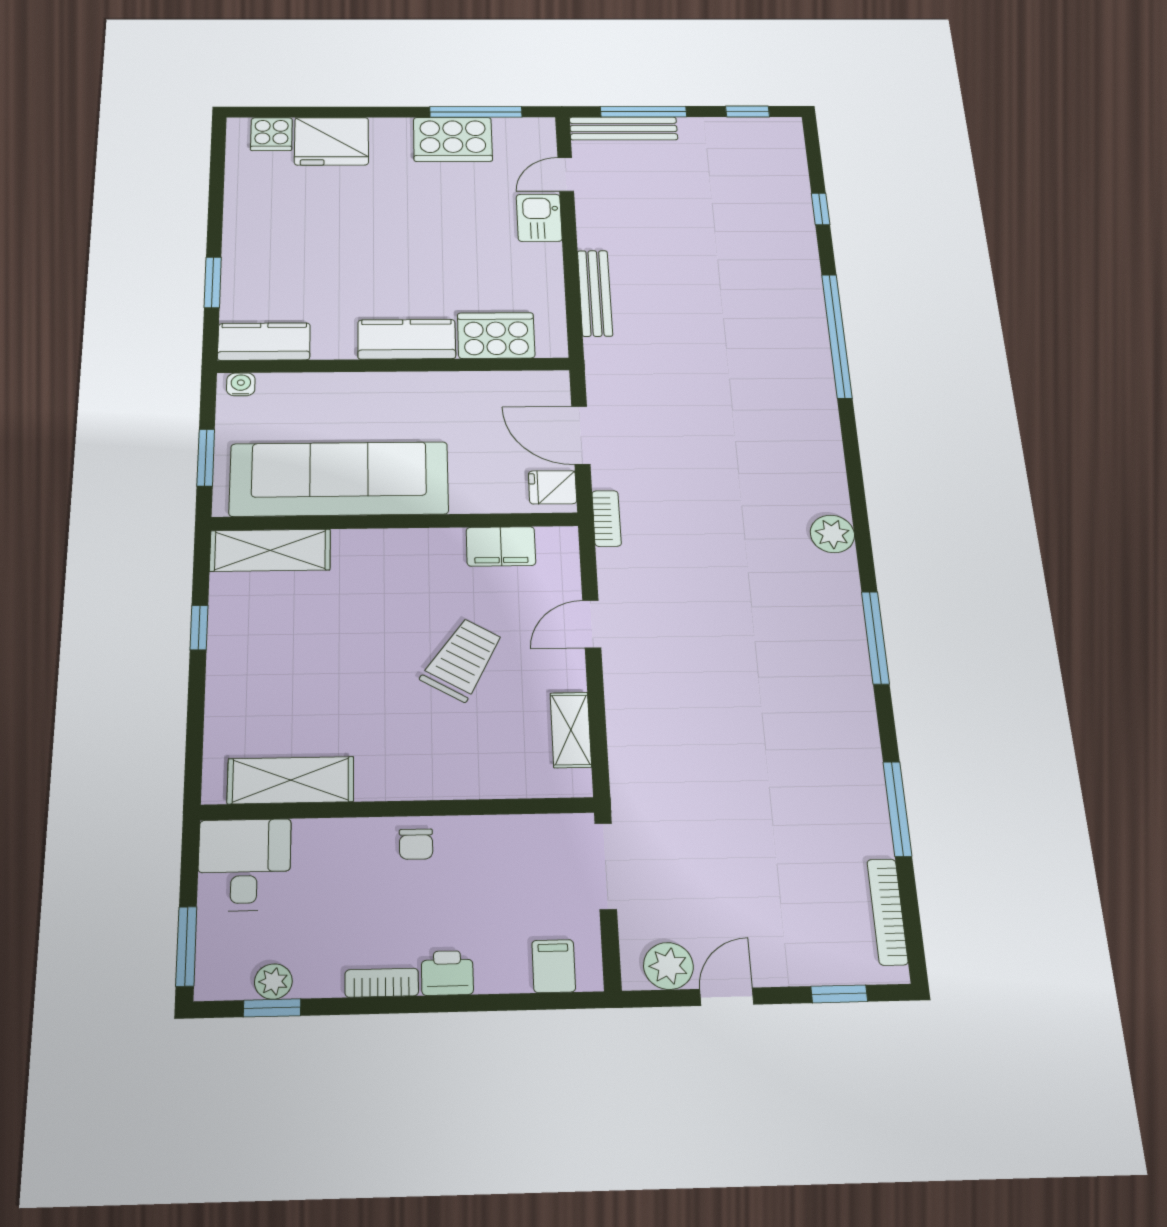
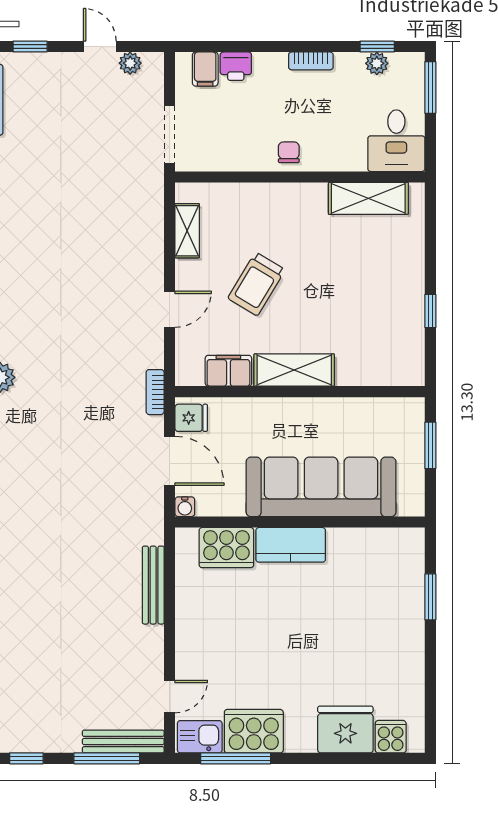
kitchen sink: (539, 218) -> (200, 737), moved, turned -90
kitchen counter: (264, 342) -> (392, 544), removed
water cooler: (241, 384) -> (185, 507), moved
sofa: (339, 479) -> (321, 487), moved, turned 180
shelving: (270, 550) -> (294, 370), moved
plant: (668, 966) -> (130, 63), width x0.73, depth x0.73
printer: (447, 973) -> (236, 66), moved
door: (727, 997) -> (100, 47), swing flipped

